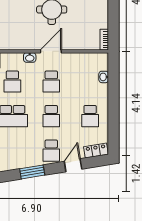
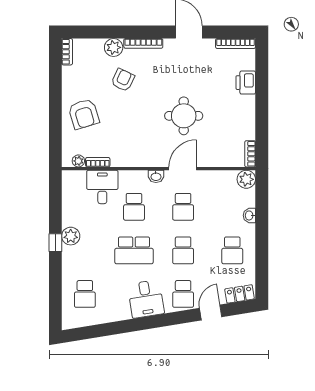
plant: (101, 60) -> (246, 179), added
washbasin: (104, 77) -> (249, 215), moved
desk: (22, 154) -> (146, 299), added
window: (32, 172) -> (159, 321), removed

